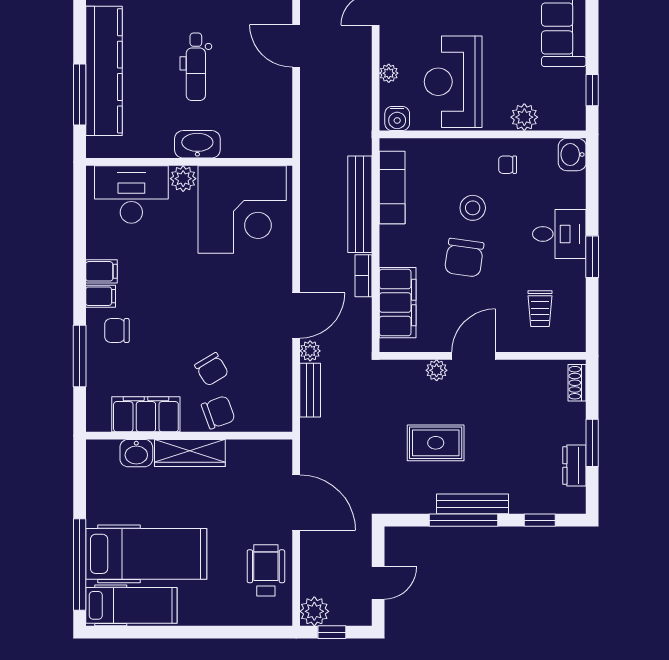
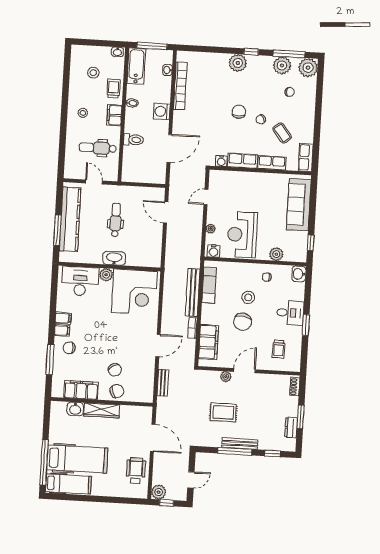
dental chair: (196, 67) -> (116, 220), turned 180
plant: (310, 351) -> (164, 363), removed

